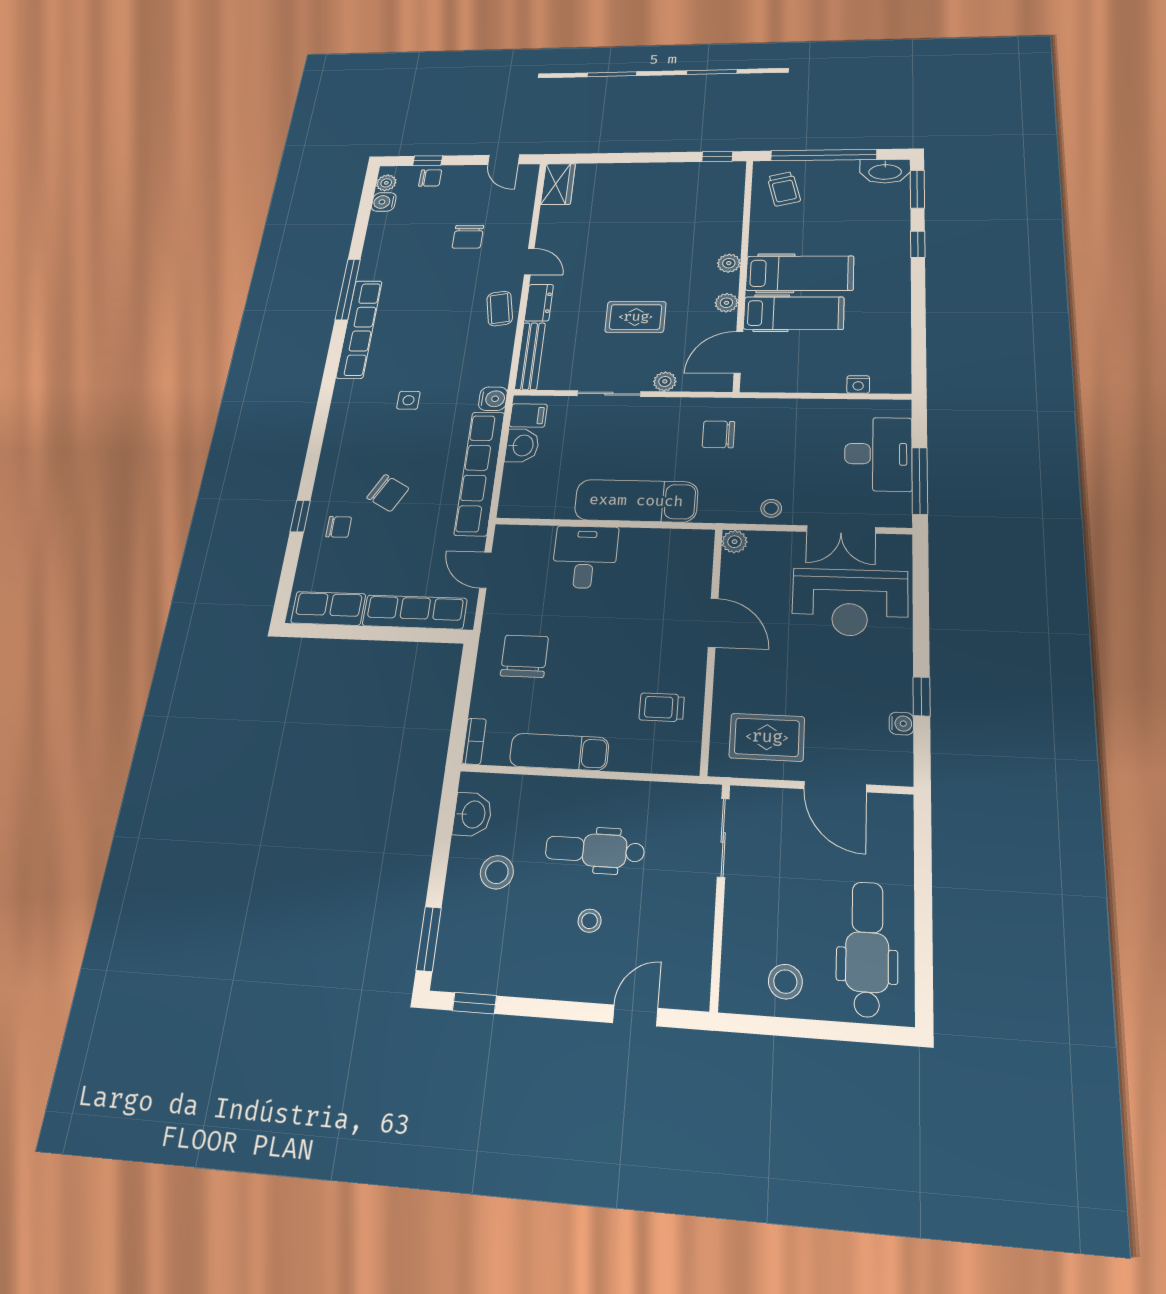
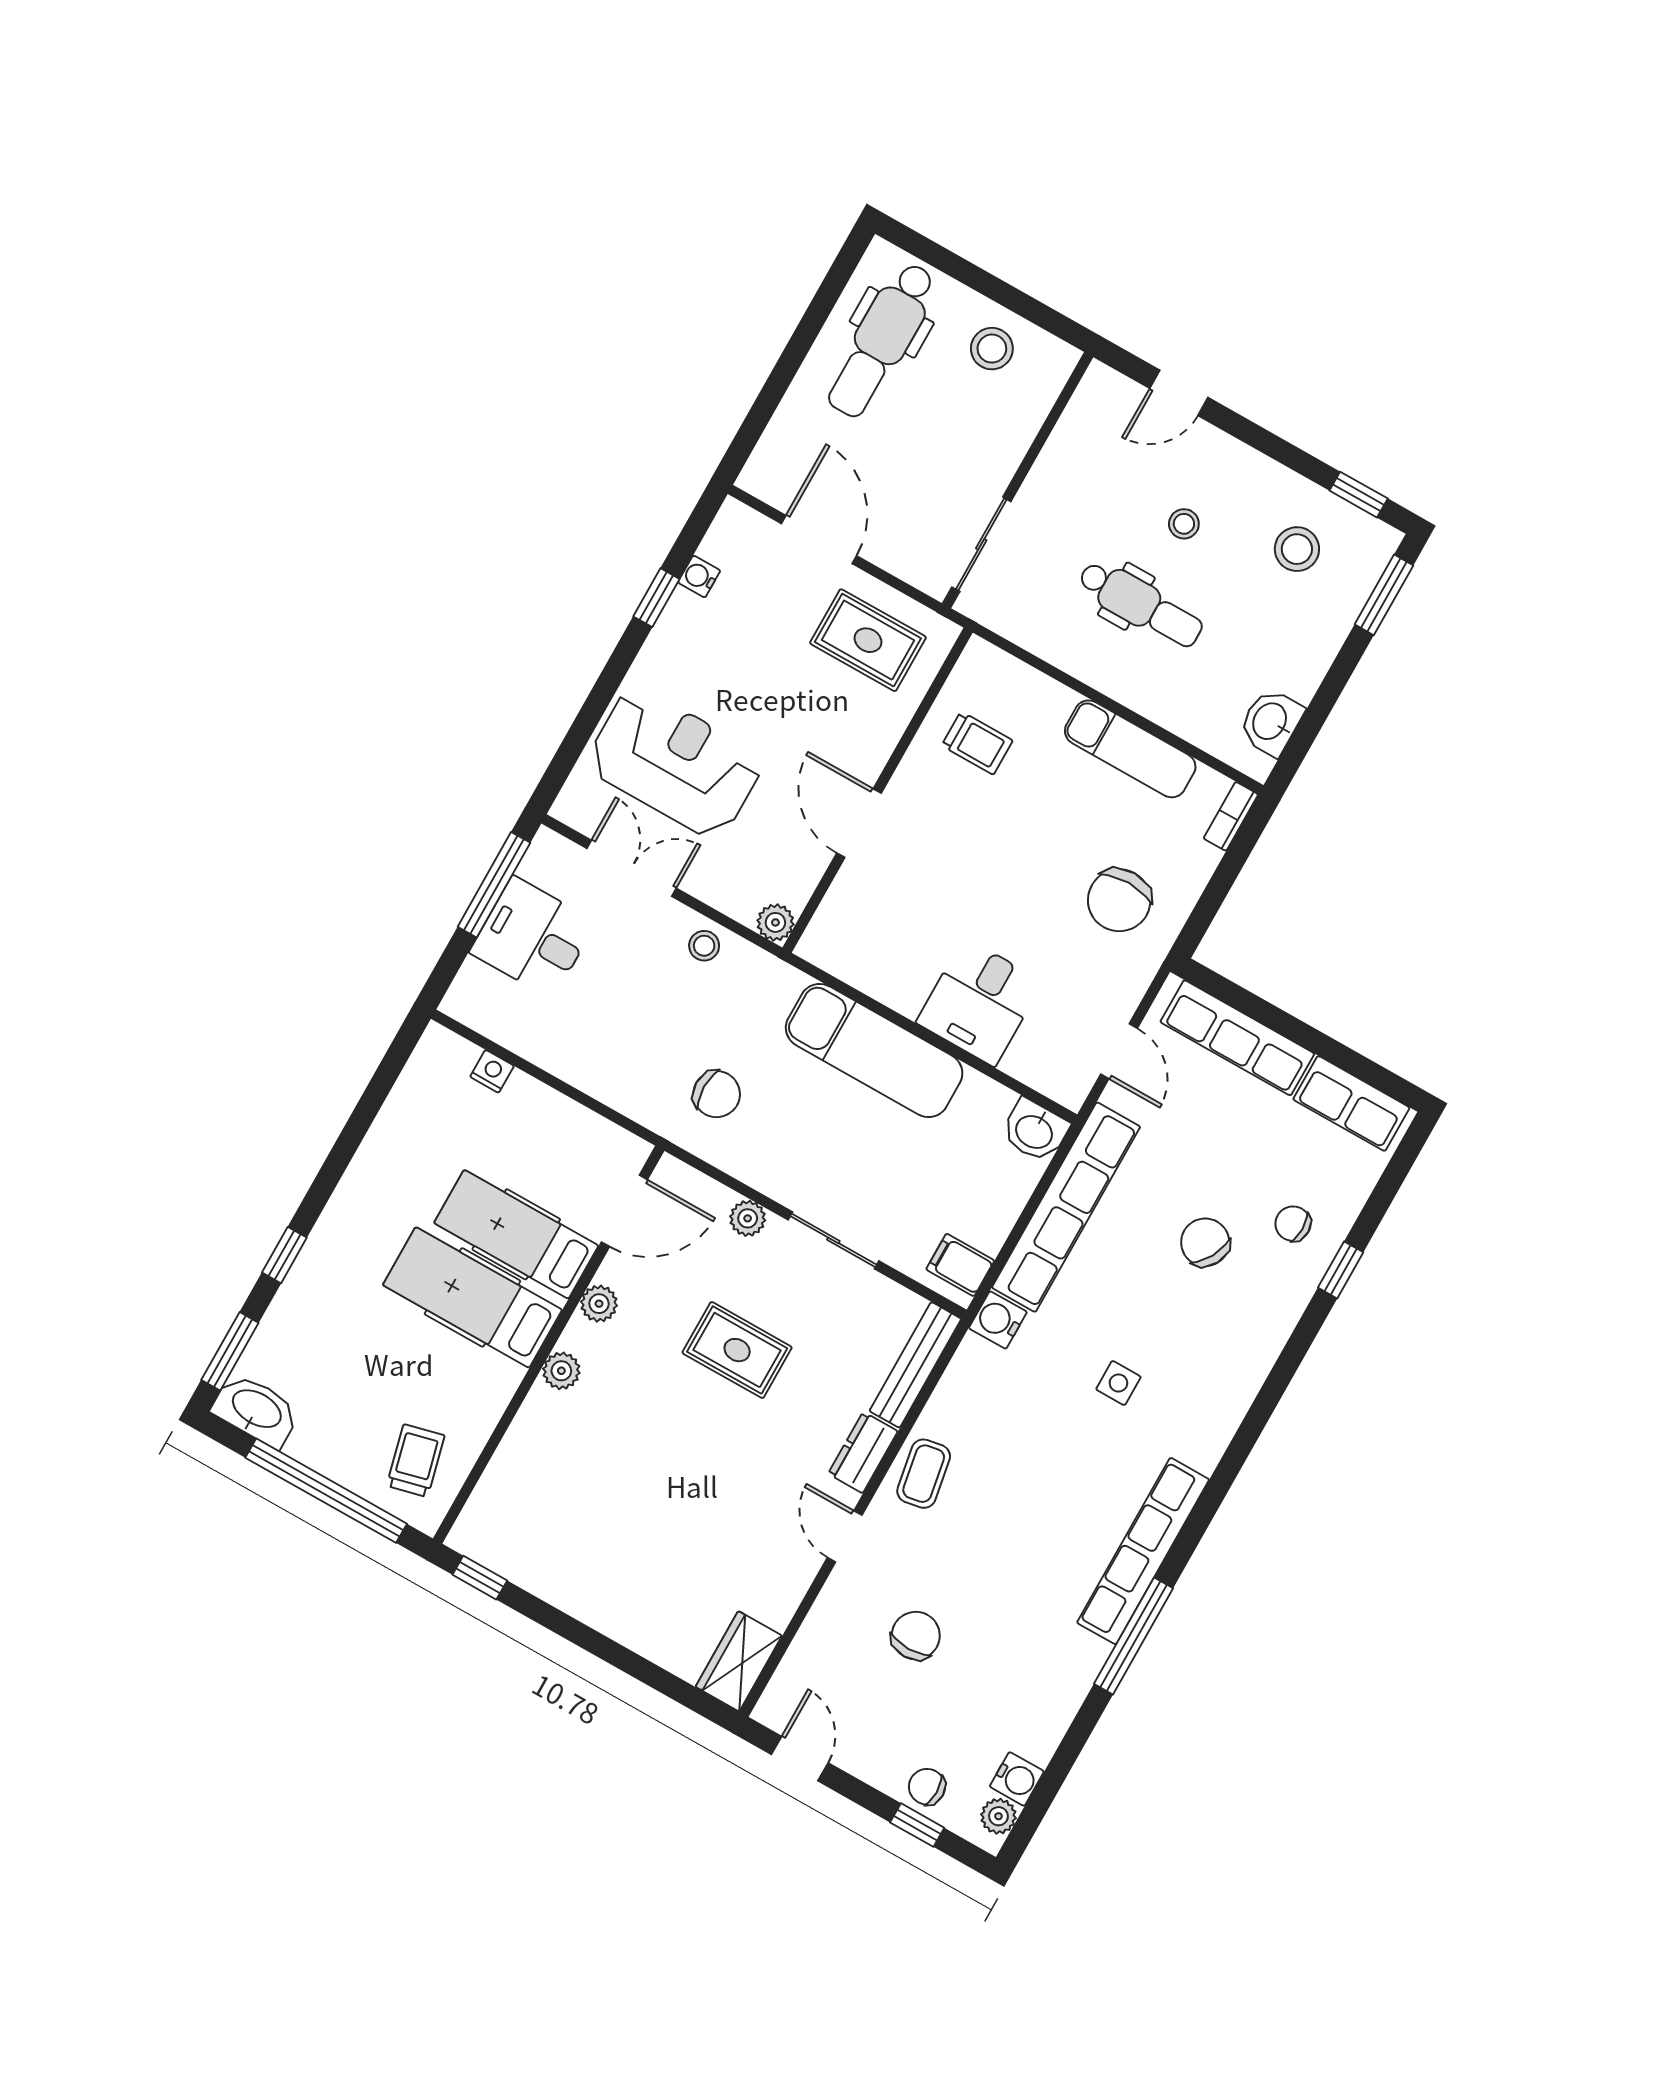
washbasin: (522, 445) -> (1035, 1131), moved, turned -90
desk: (878, 454) -> (533, 937), width x0.73
stool: (497, 872) -> (1297, 549), moved

